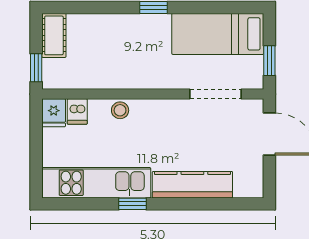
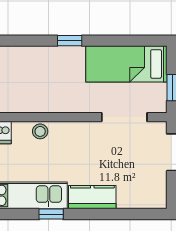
kitchen counter: (192, 185) -> (92, 197), width x0.67

